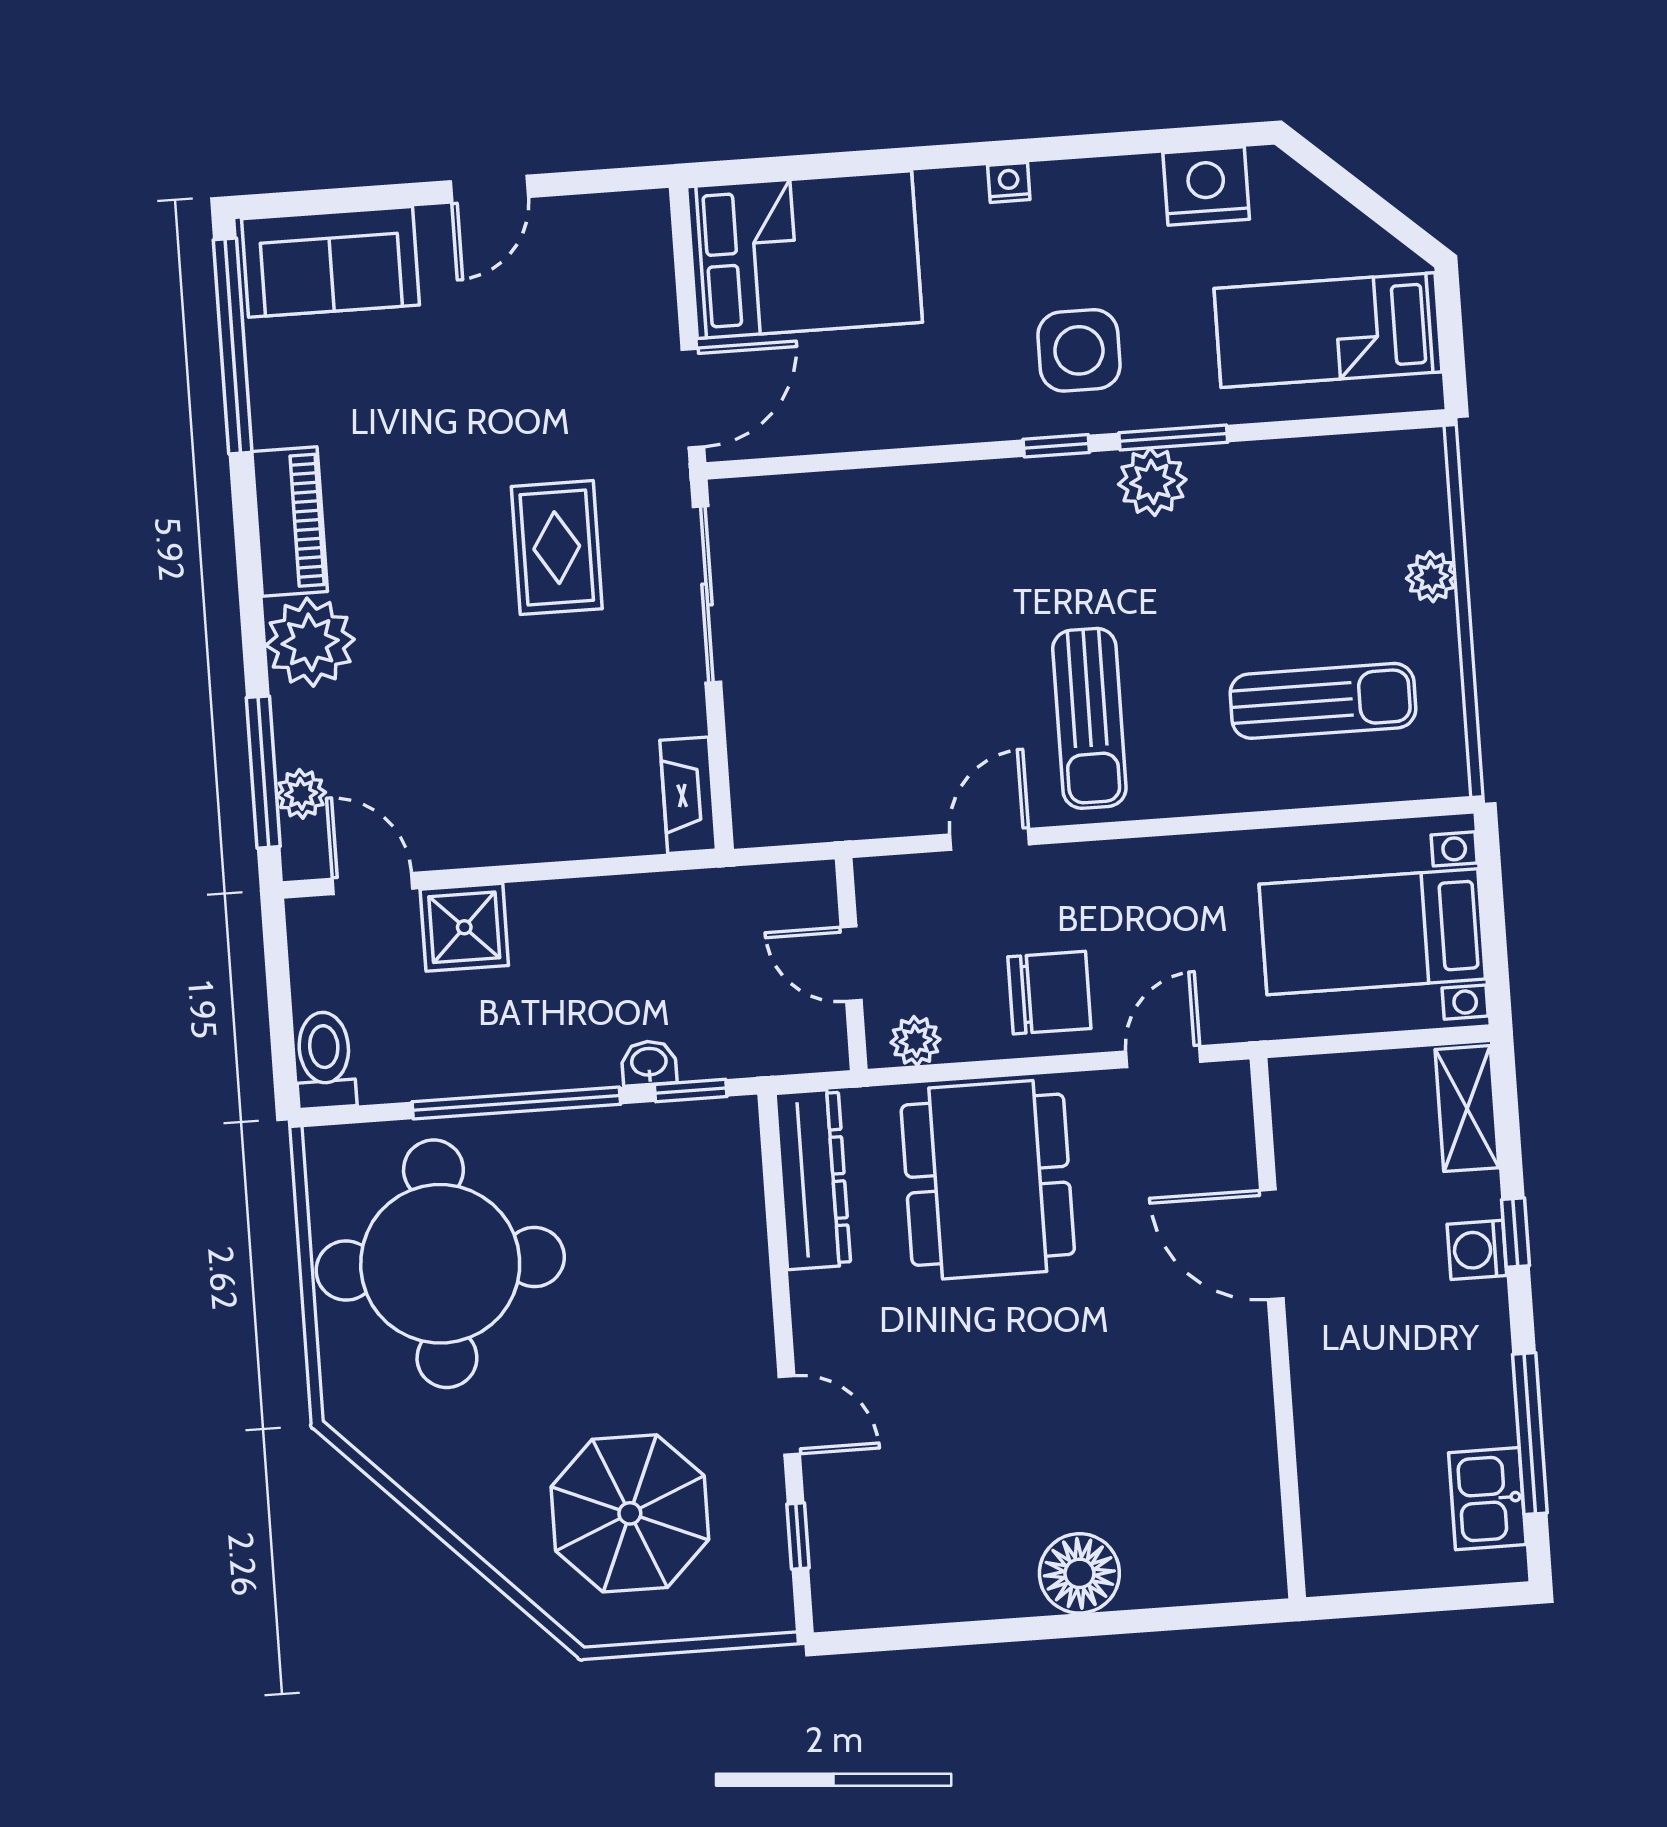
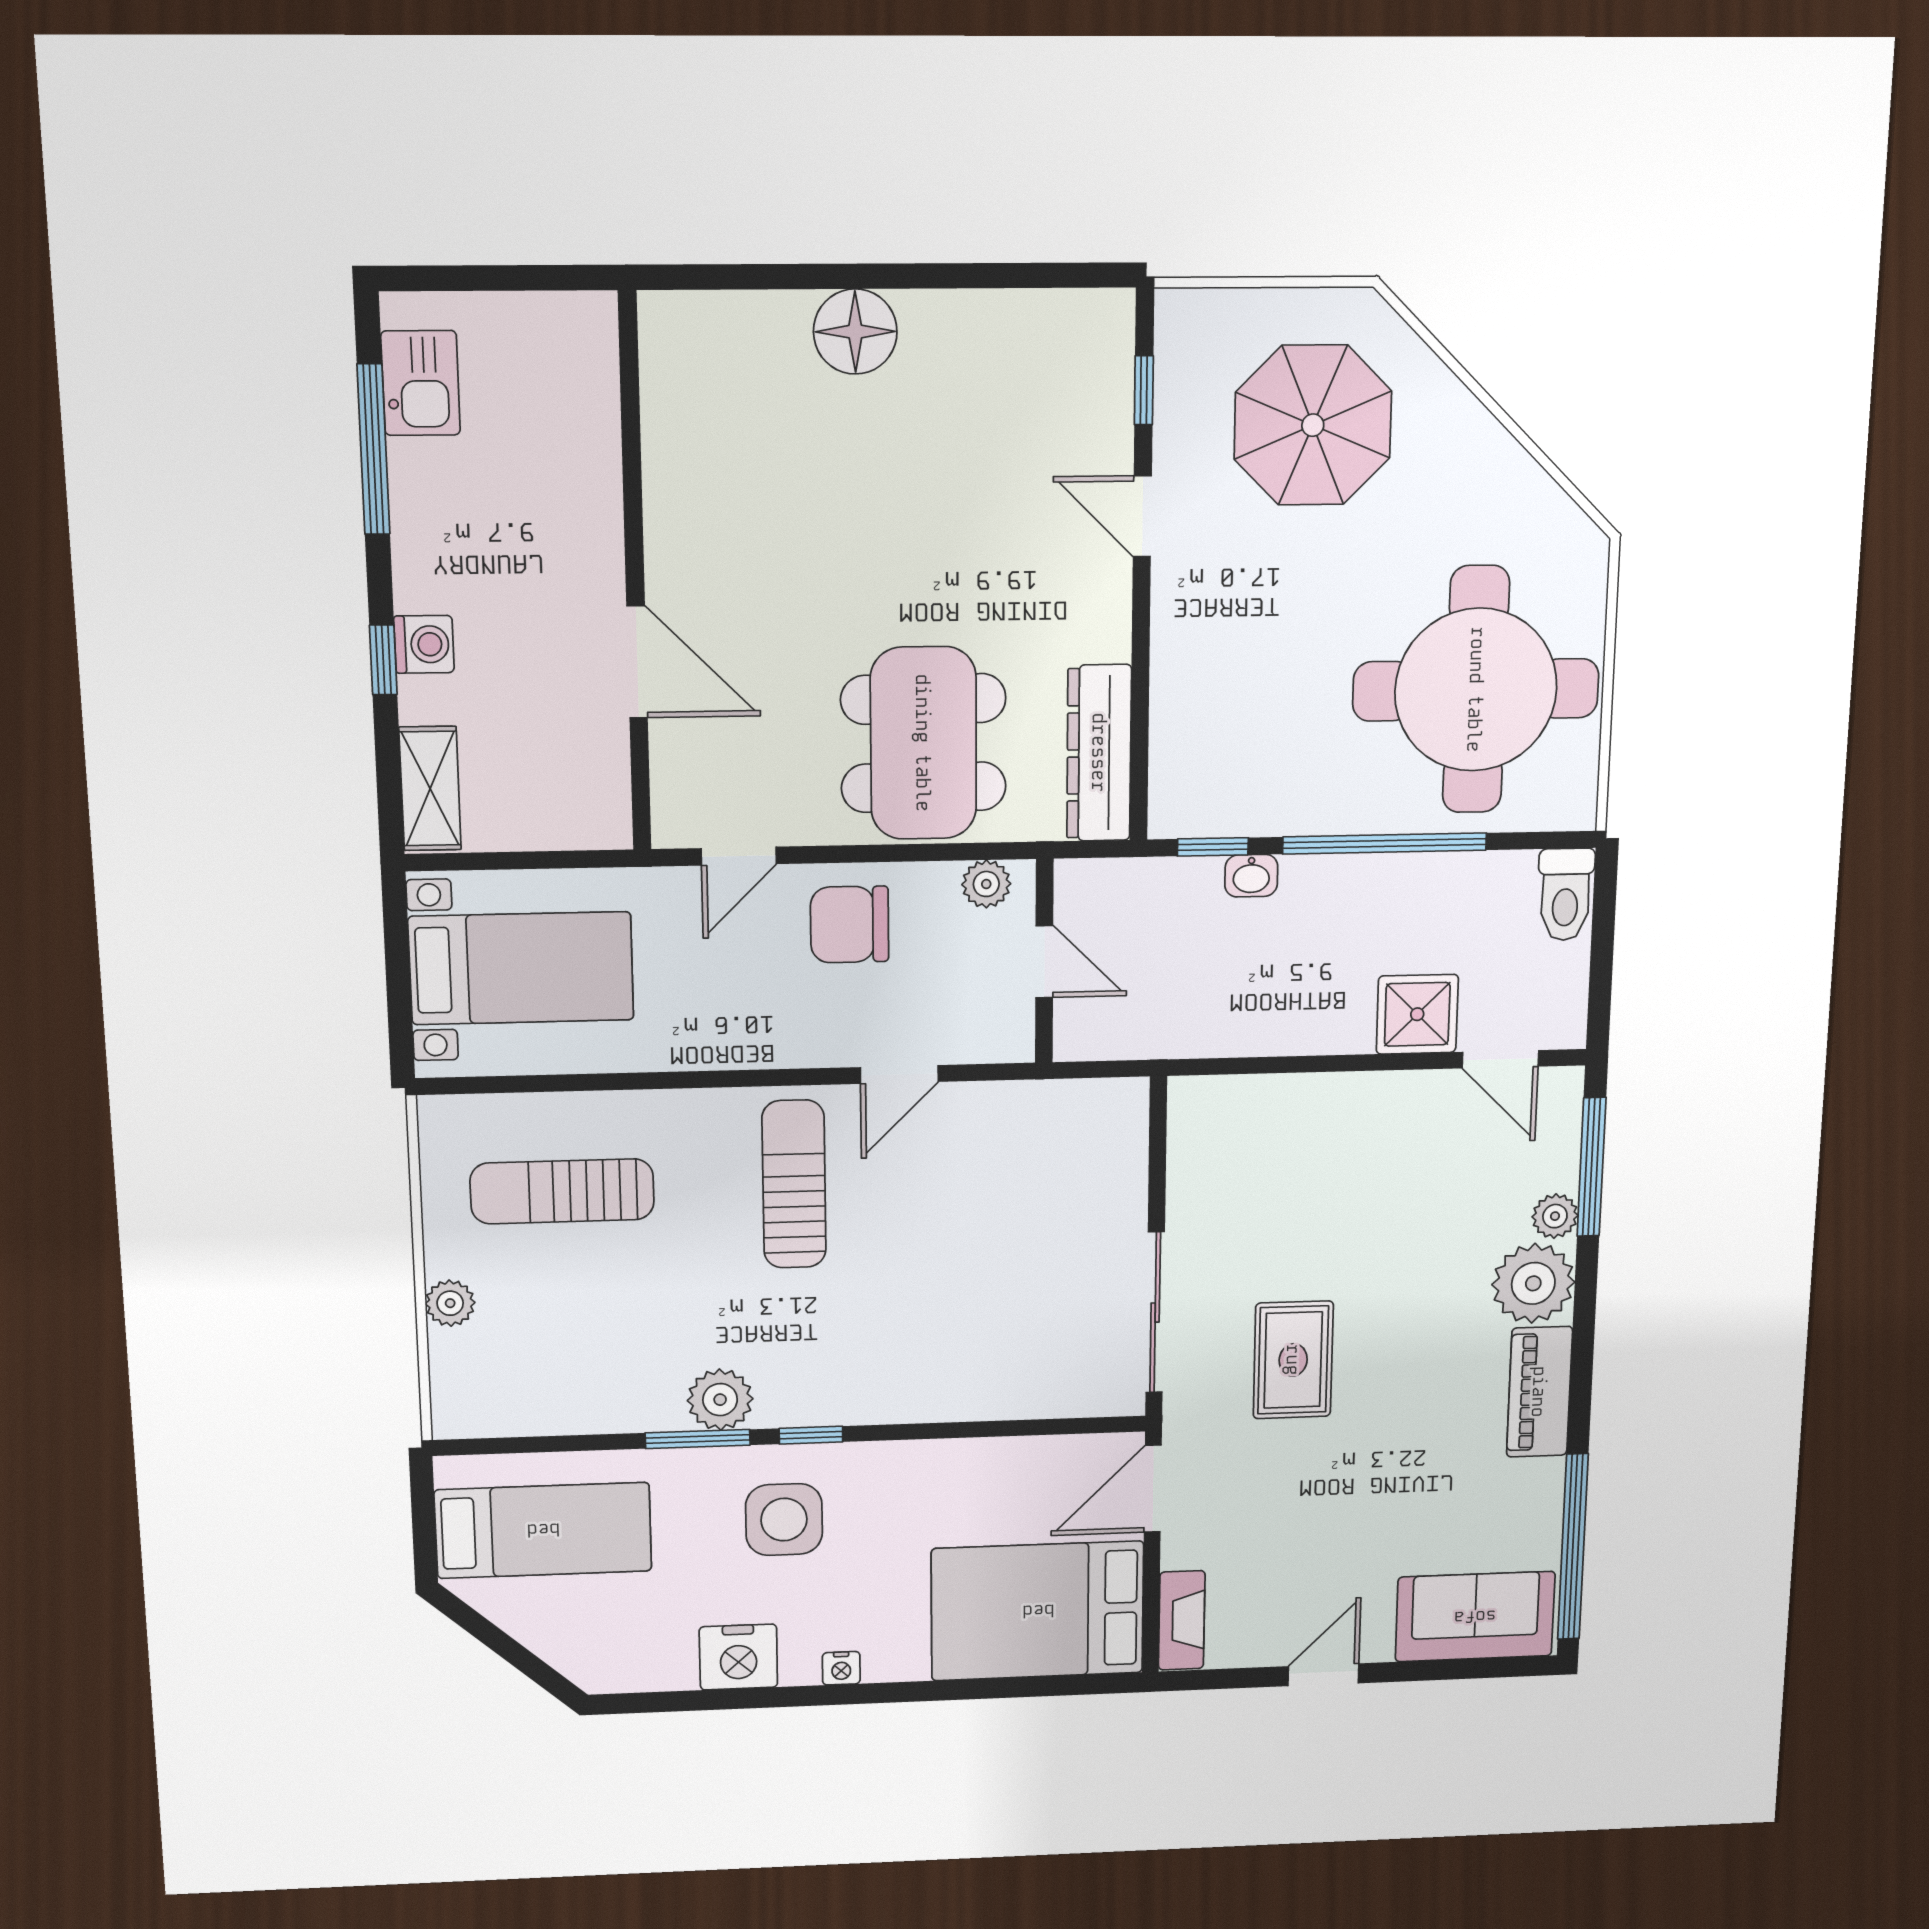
nightstand: (1206, 186) -> (738, 1657), moved
plant: (301, 794) -> (1555, 1216), moved
fireplace: (688, 795) -> (1182, 1620), moved

